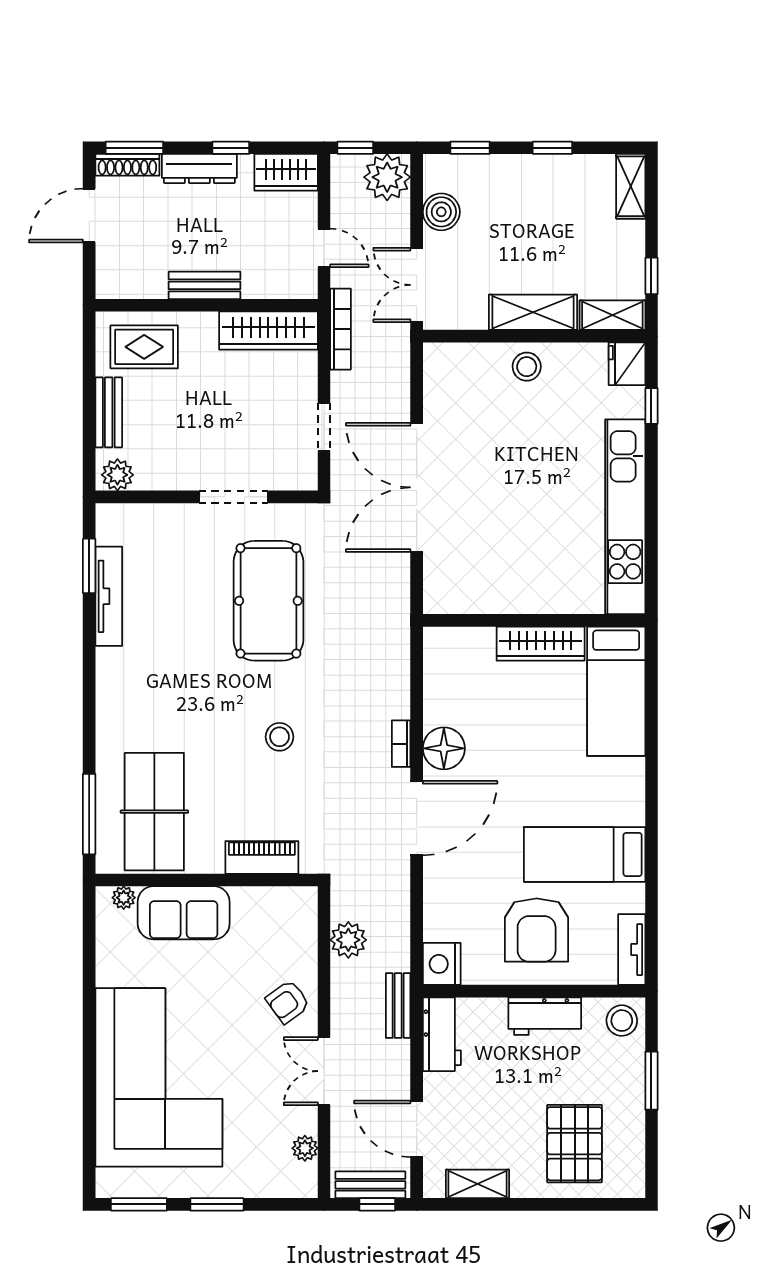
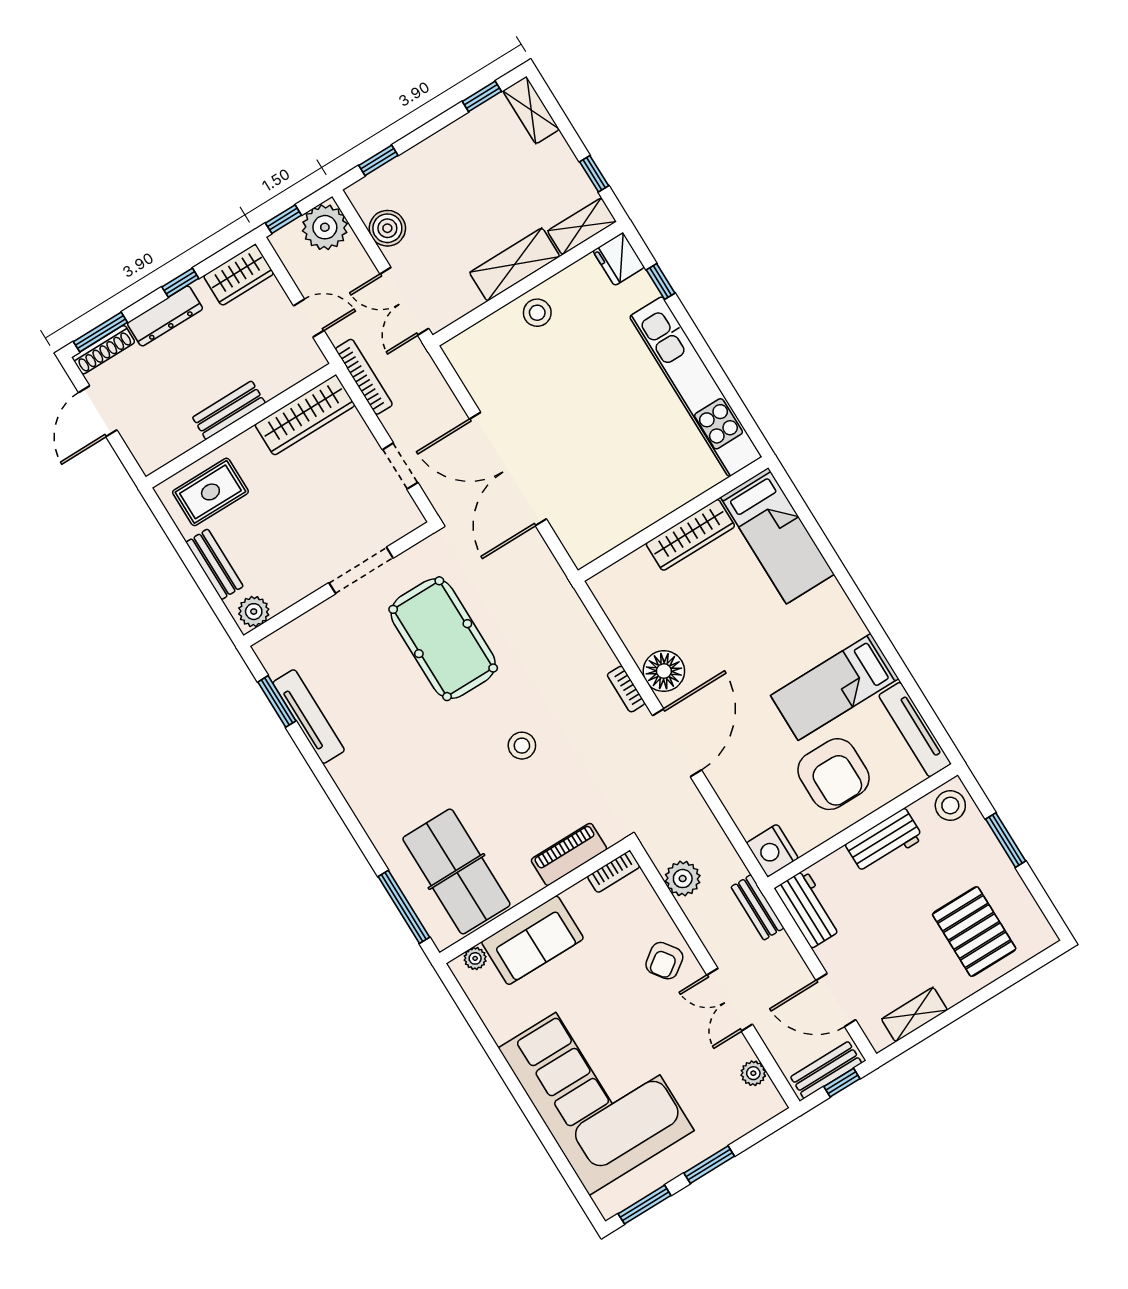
window: (552, 148) -> (482, 96), moved
bookcase: (292, 897) -> (614, 872), added
tv unit: (632, 950) -> (915, 730), width x1.41

